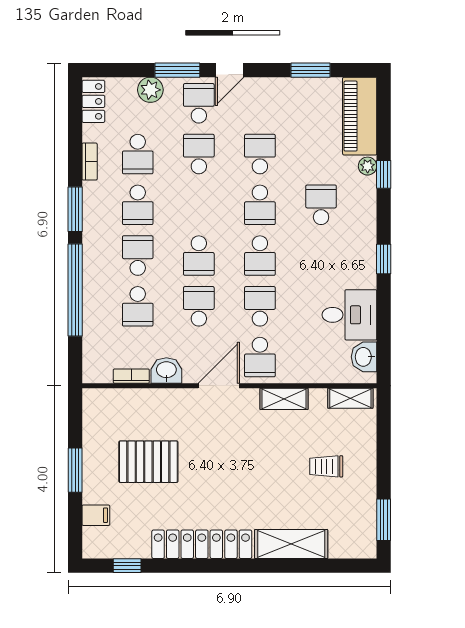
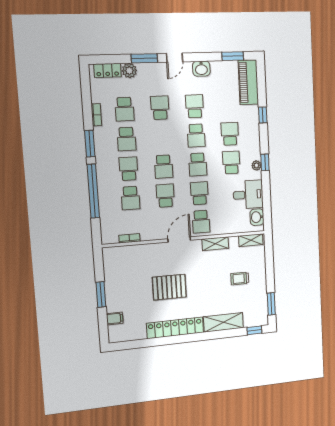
window: (311, 70) -> (233, 56), moved
locker: (93, 101) -> (107, 70), moved, turned 90
school desk: (199, 103) -> (231, 162), moved
plant: (368, 166) -> (256, 165), moved
washbasin: (166, 370) -> (201, 69), moved, turned 180
pallet: (148, 462) -> (169, 287), moved
window: (127, 566) -> (254, 330), moved

